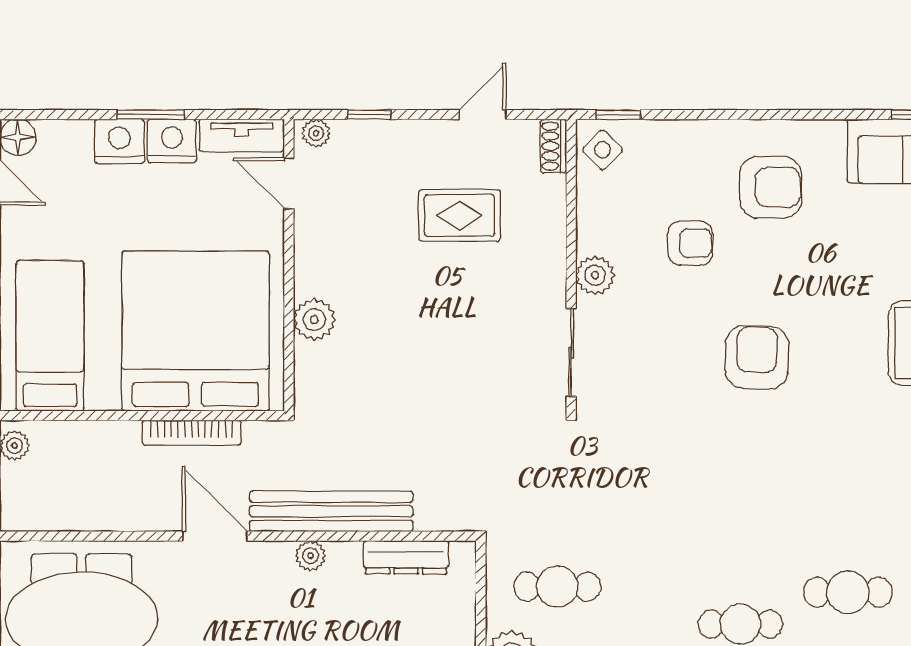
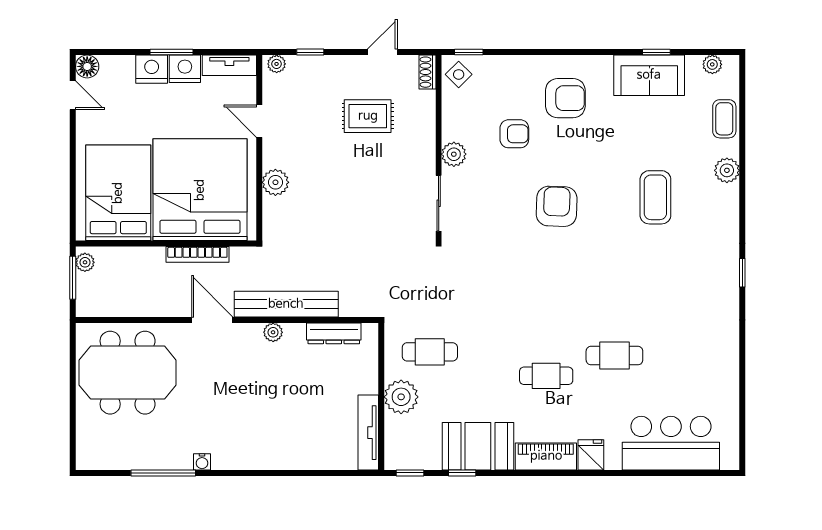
door: (289, 183) -> (259, 121), moved
bed: (50, 336) -> (118, 193), width x1.50

